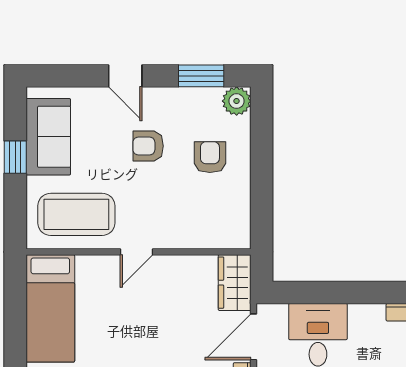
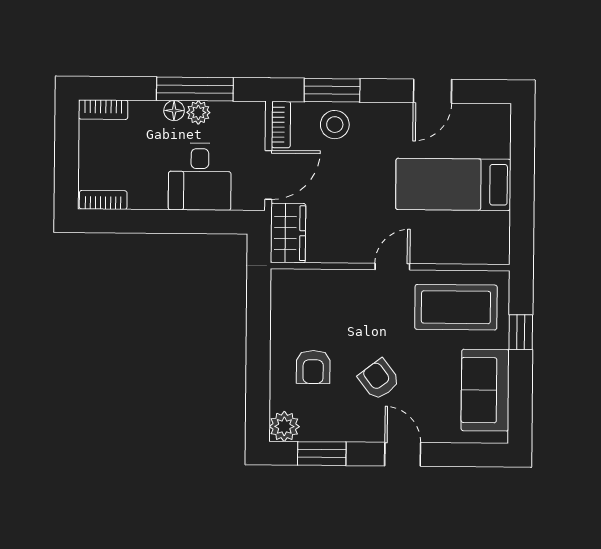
armchair: (148, 146) -> (379, 379), turned -127
window: (15, 157) -> (521, 332), moved
bed: (50, 308) -> (453, 184), moved, turned -90

